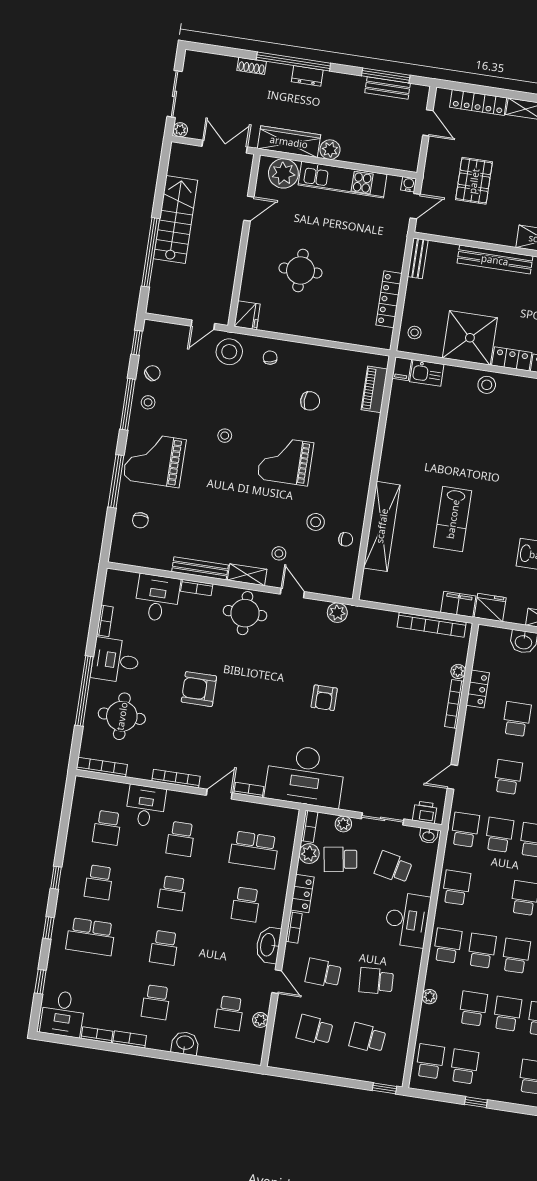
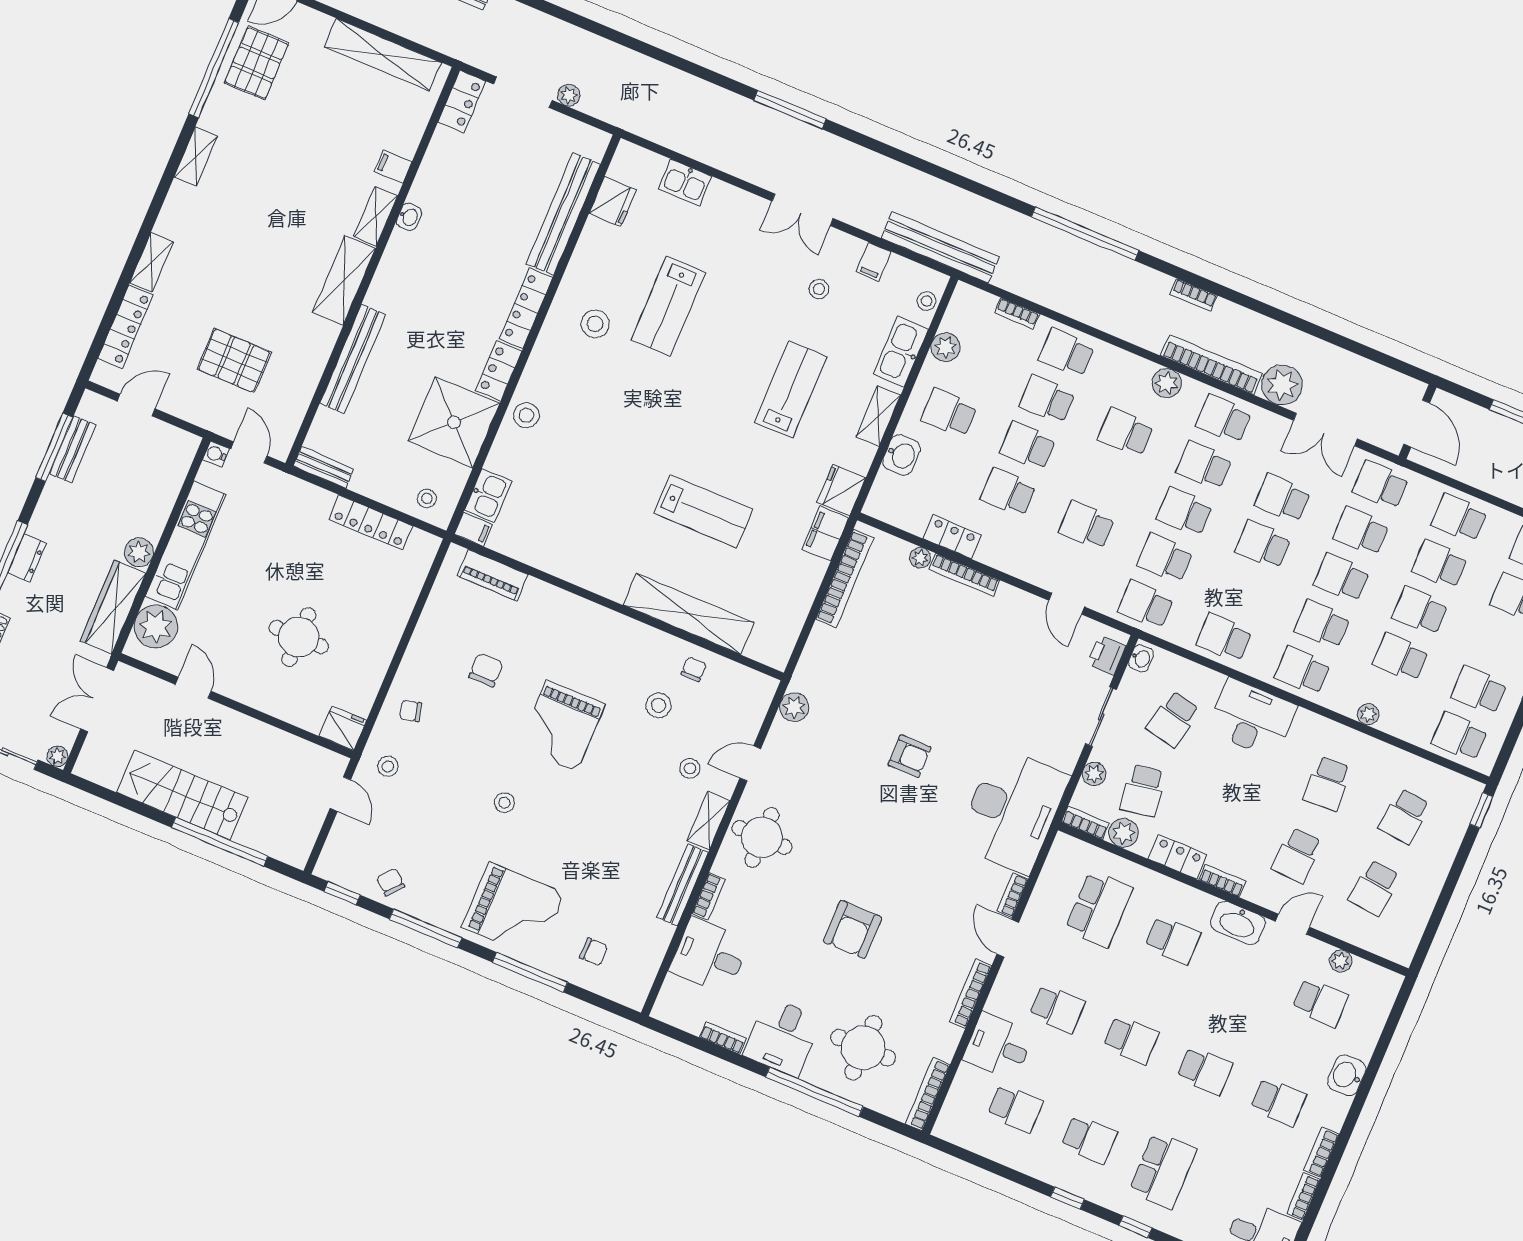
stool: (229, 352) -> (388, 766), width x0.53, depth x0.53
stool: (148, 402) -> (430, 899), removed
grand piano: (155, 460) -> (513, 910), turned -90

